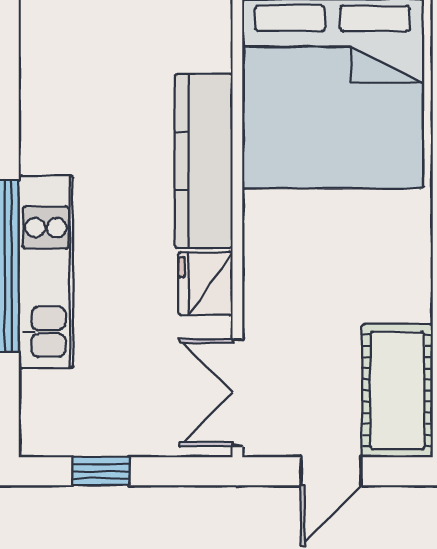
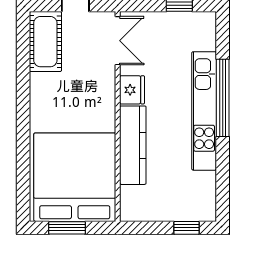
kitchen unit: (46, 272) -> (204, 111), width x1.36

